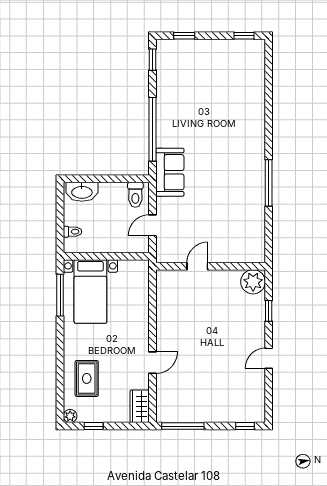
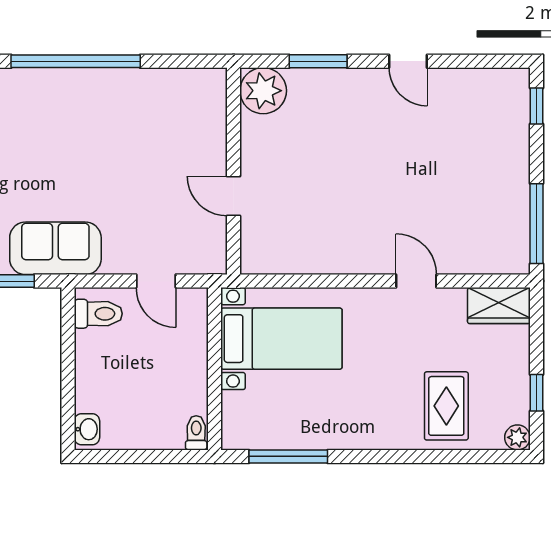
window: (269, 183) -> (76, 61), width x1.46
washbasin: (82, 192) -> (87, 429), width x0.52, depth x0.69
toilet: (73, 232) -> (196, 433), moved
bed with nightstands: (90, 291) -> (281, 339), moved
window: (269, 311) -> (318, 61), width x1.50
rug: (87, 378) -> (446, 406), turned 90

